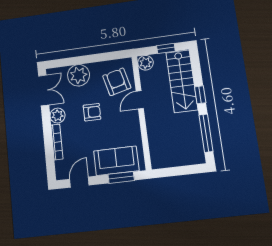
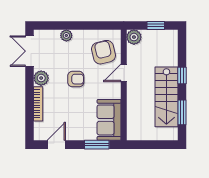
plant: (79, 75) -> (66, 35), width x0.53, depth x0.53
stairs: (182, 81) -> (166, 97), moved
double door: (44, 90) -> (30, 51), swing flipped
window: (206, 133) -> (182, 112), width x0.69
sofa: (116, 161) -> (109, 120), moved, turned -90

